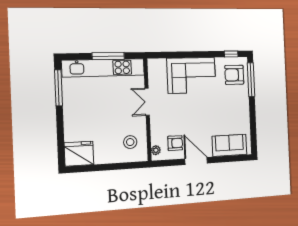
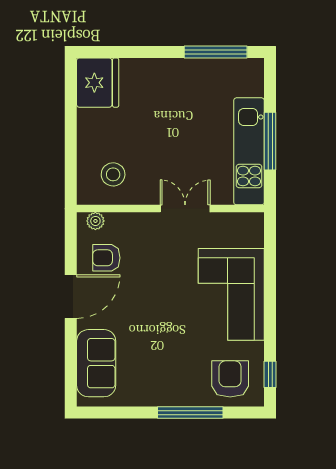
kitchen unit: (103, 68) -> (249, 151), width x0.73
window: (251, 80) -> (190, 413), moved
armchair: (175, 143) -> (106, 258), turned 90

